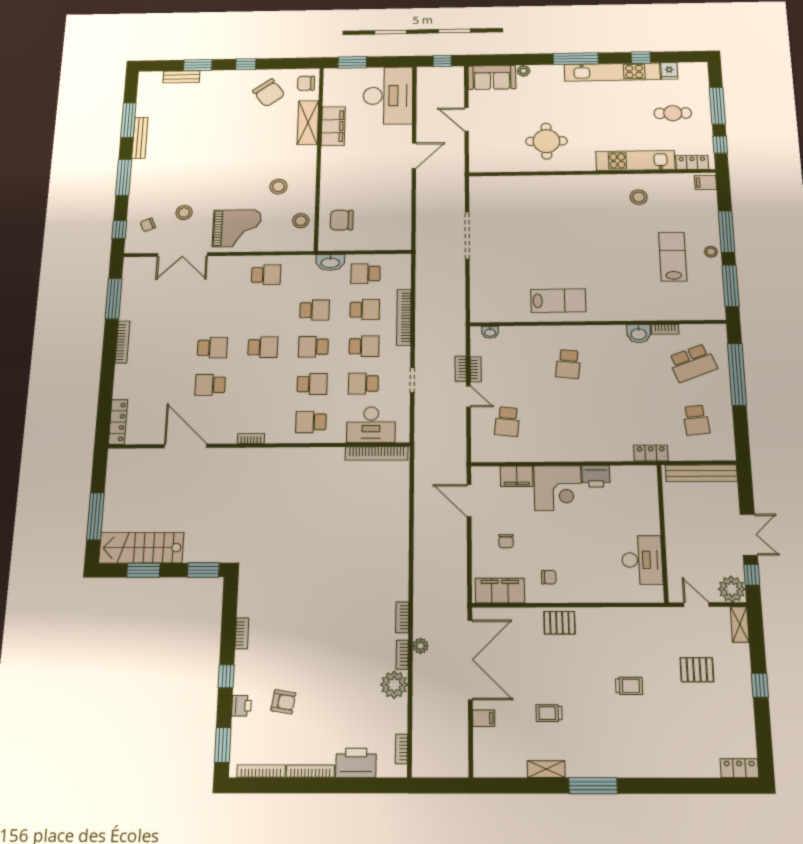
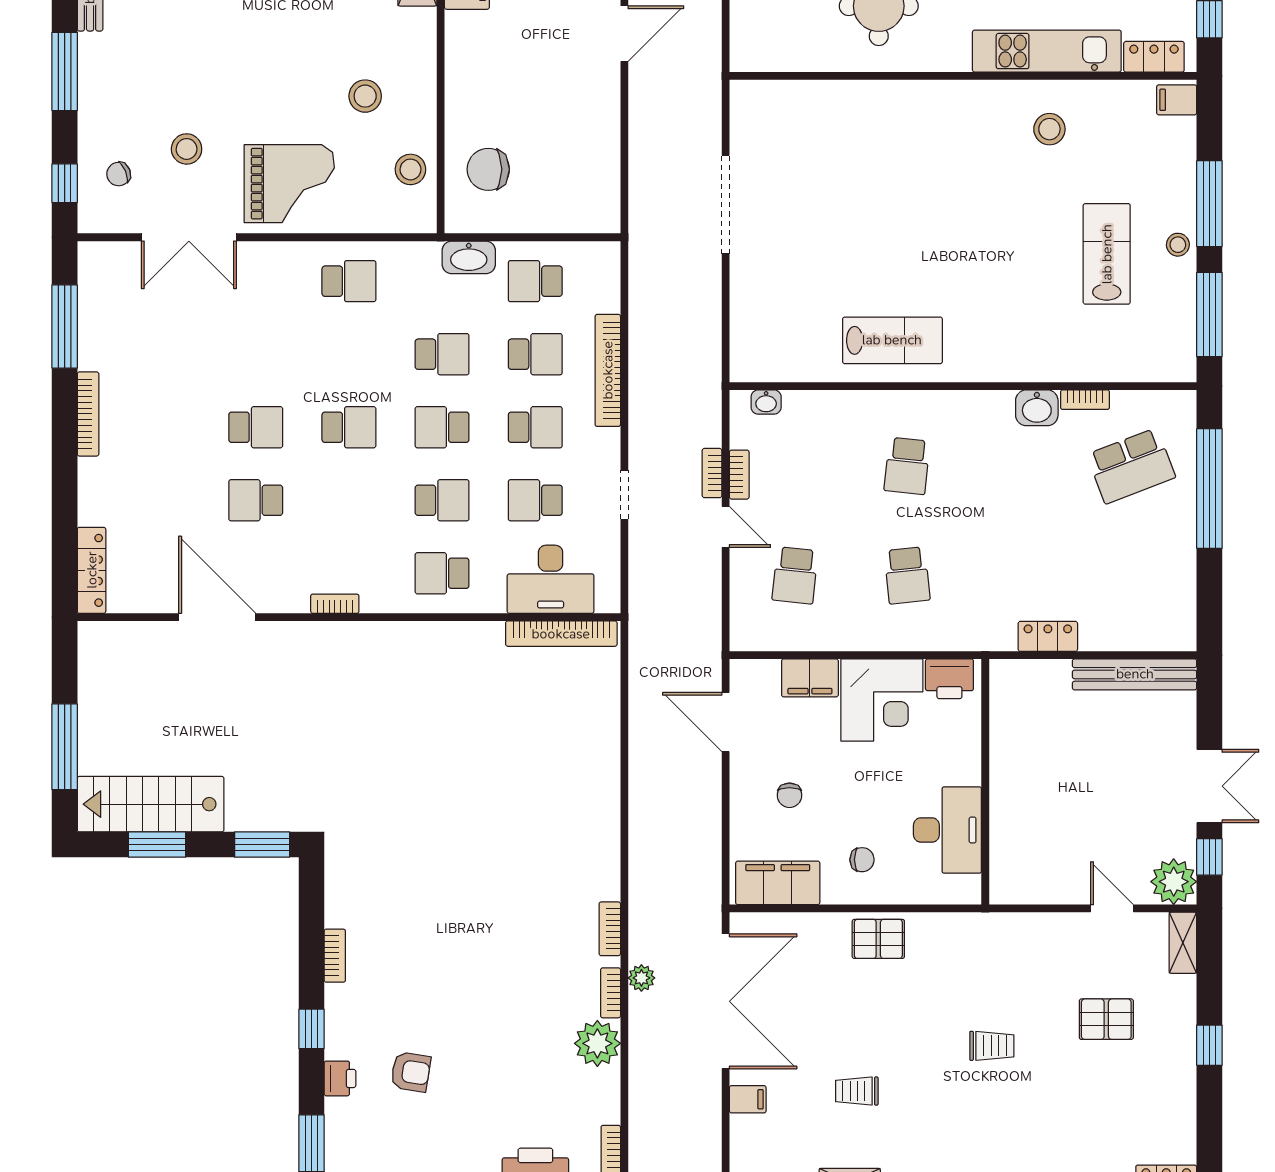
school desk: (696, 420) -> (907, 575), moved
wall: (663, 533) -> (985, 782), moved
desk: (642, 560) -> (947, 830), moved

